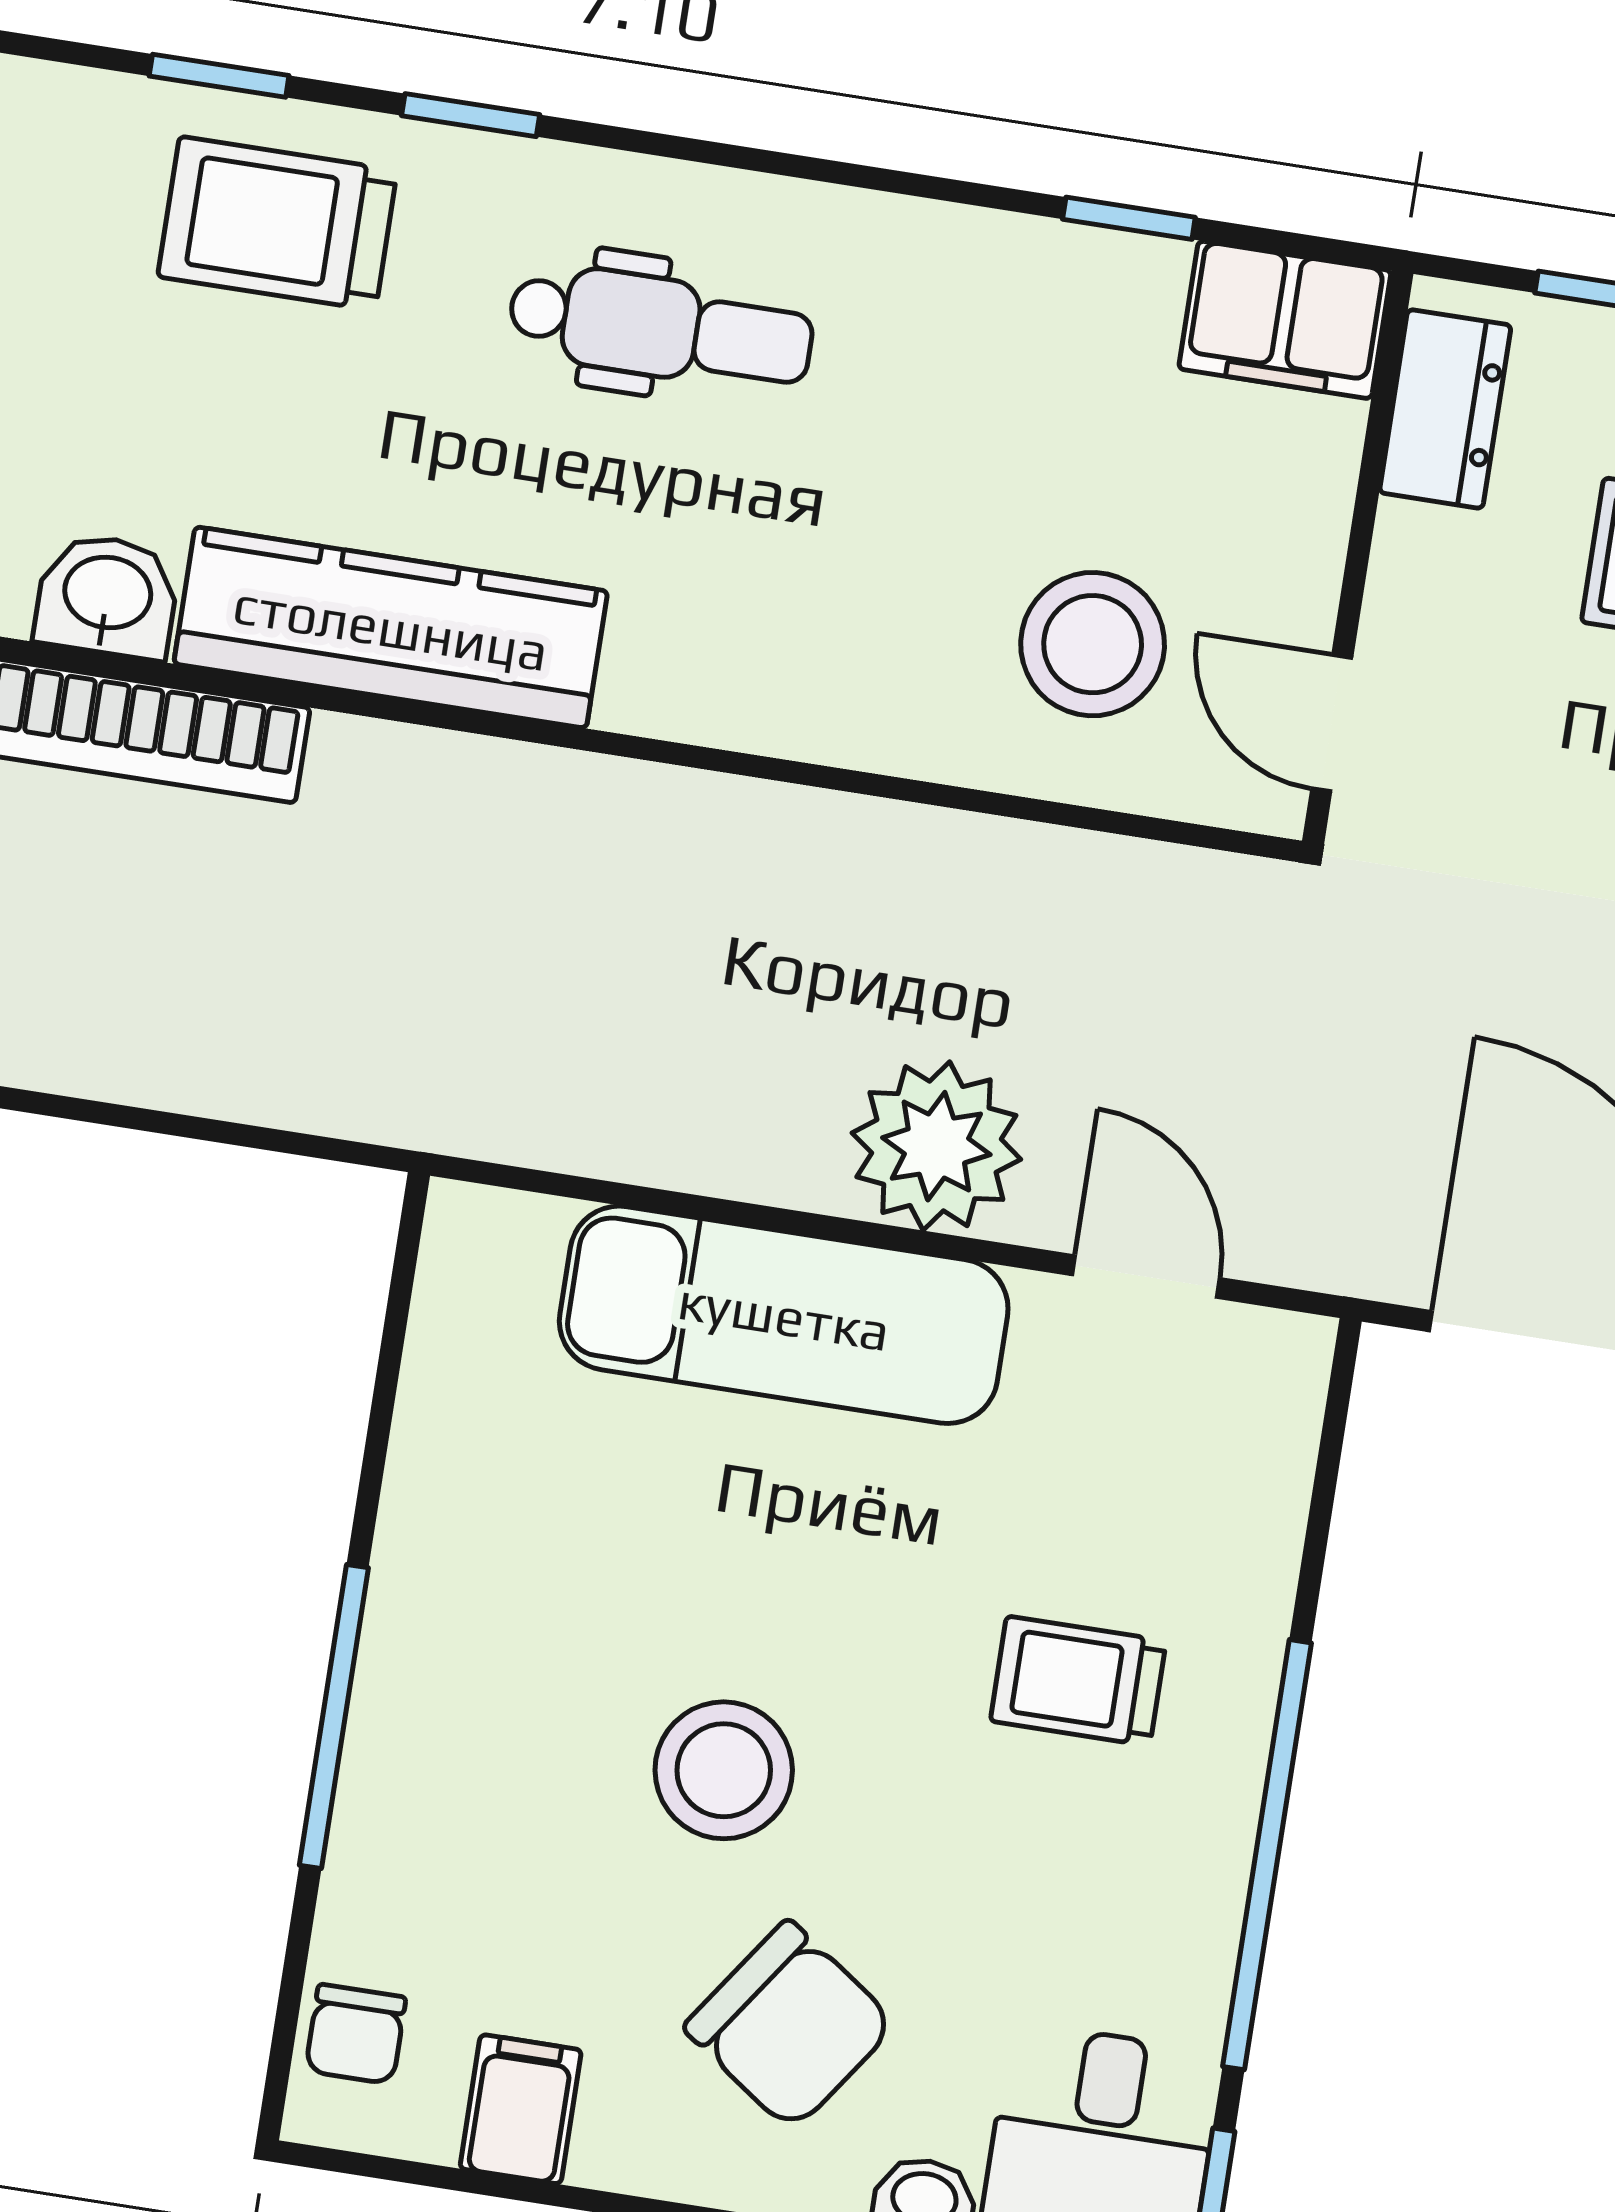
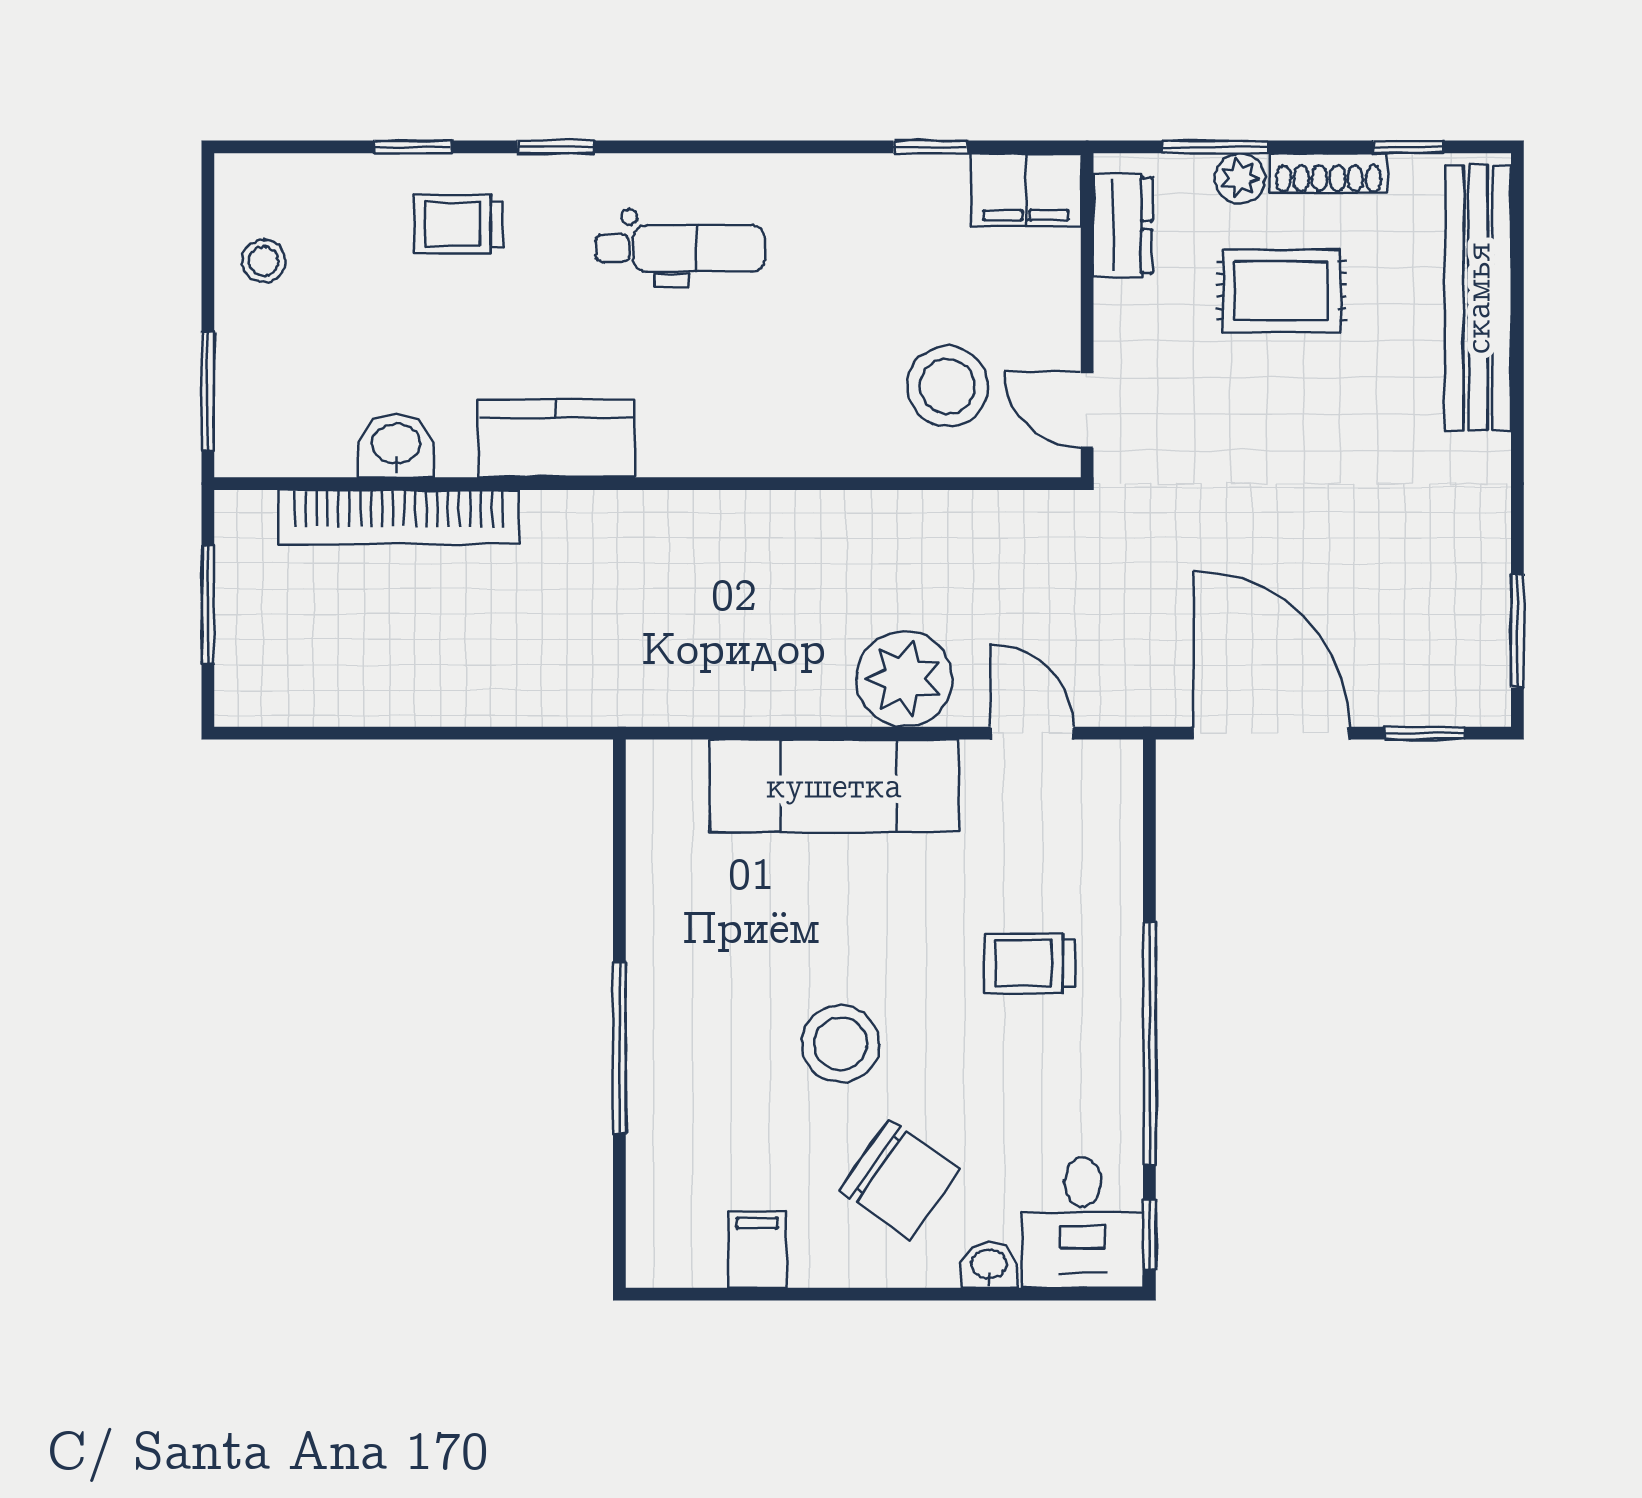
trolley: (277, 223) -> (458, 224), width x0.73, depth x0.72
kitchen counter: (391, 627) -> (556, 438), width x0.67
chair: (356, 2034) -> (659, 1222), removed

